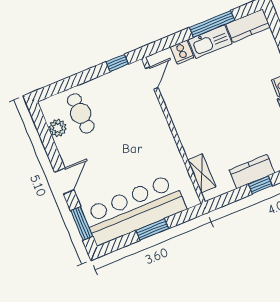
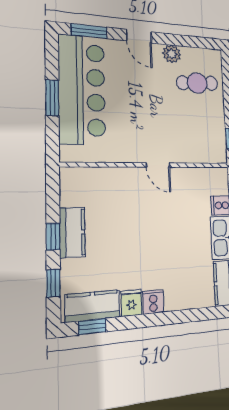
door: (152, 78) -> (158, 165), moved
plant: (58, 128) -> (172, 54), moved
shelving: (202, 173) -> (92, 176), removed

